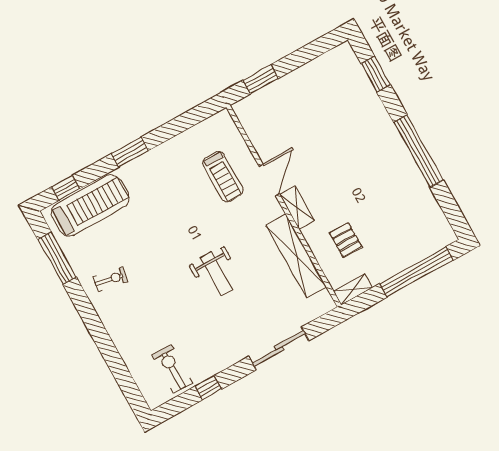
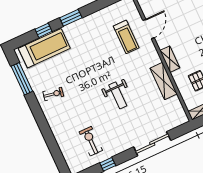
door: (269, 180) -> (149, 29), moved
window: (66, 188) -> (44, 30), moved
shelving: (296, 256) -> (164, 81), width x0.68
exercise bike: (172, 369) -> (91, 141), moved

